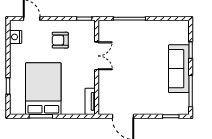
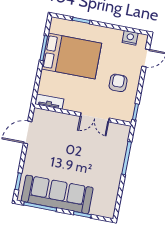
sofa: (179, 69) -> (57, 194), width x1.36, depth x1.27

